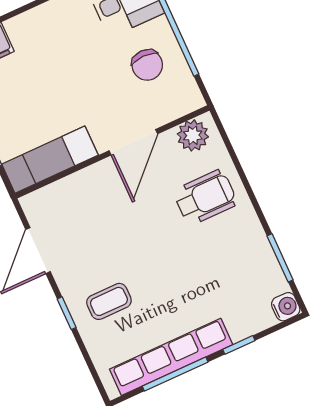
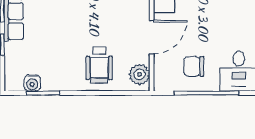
door: (133, 142) -> (152, 37), swing flipped
water cooler: (286, 307) -> (32, 83), moved

